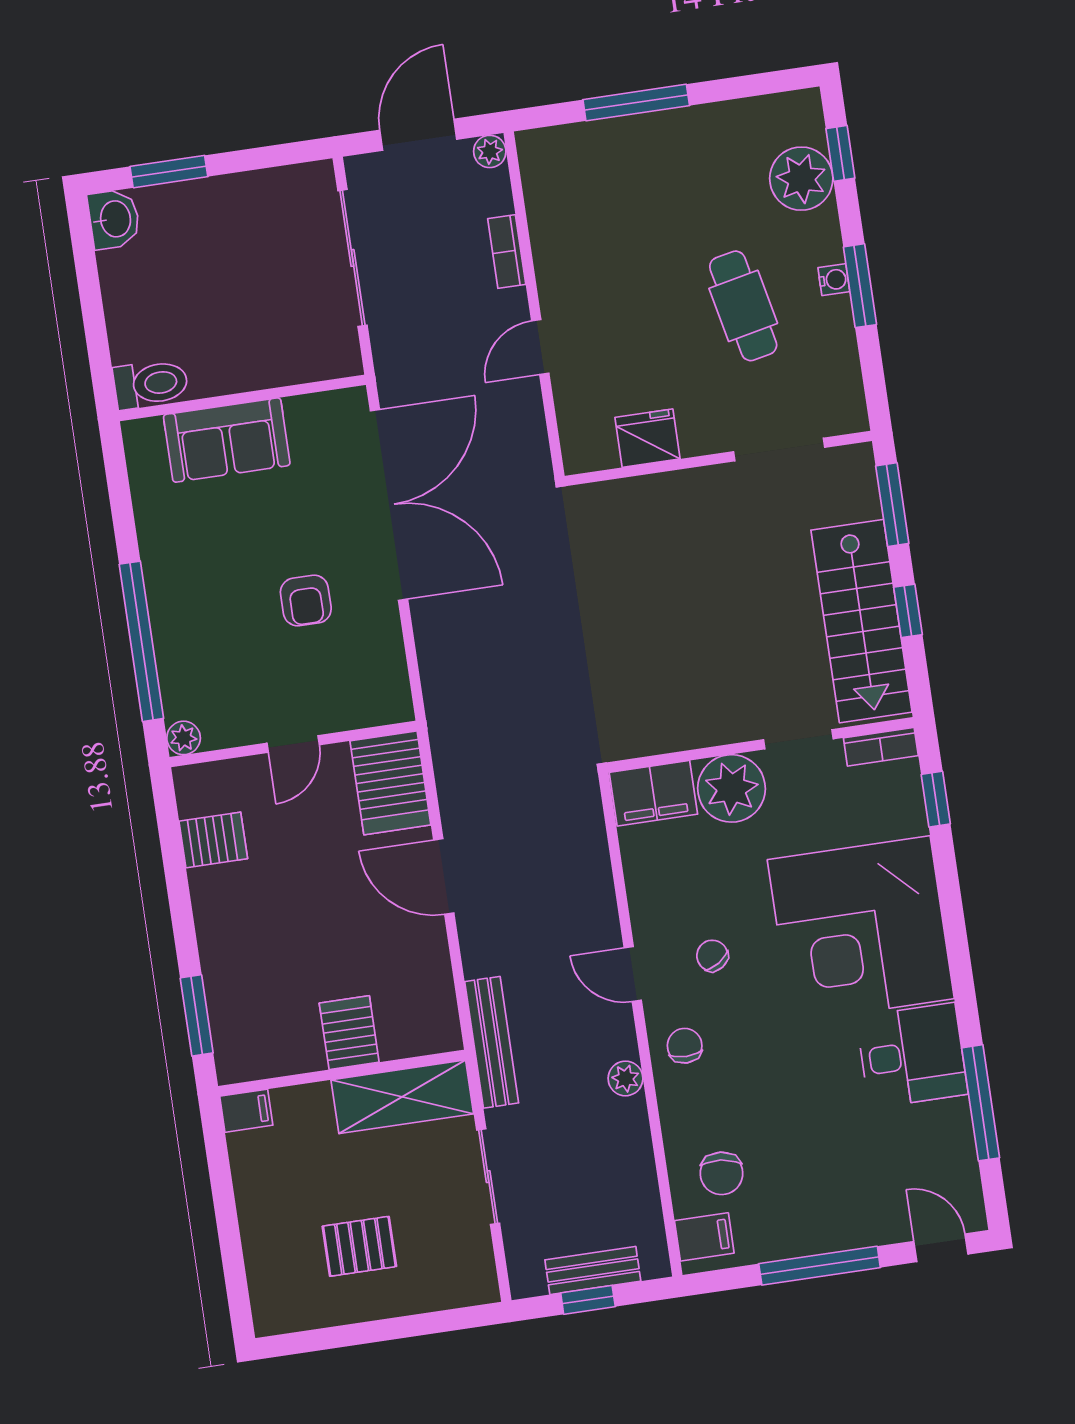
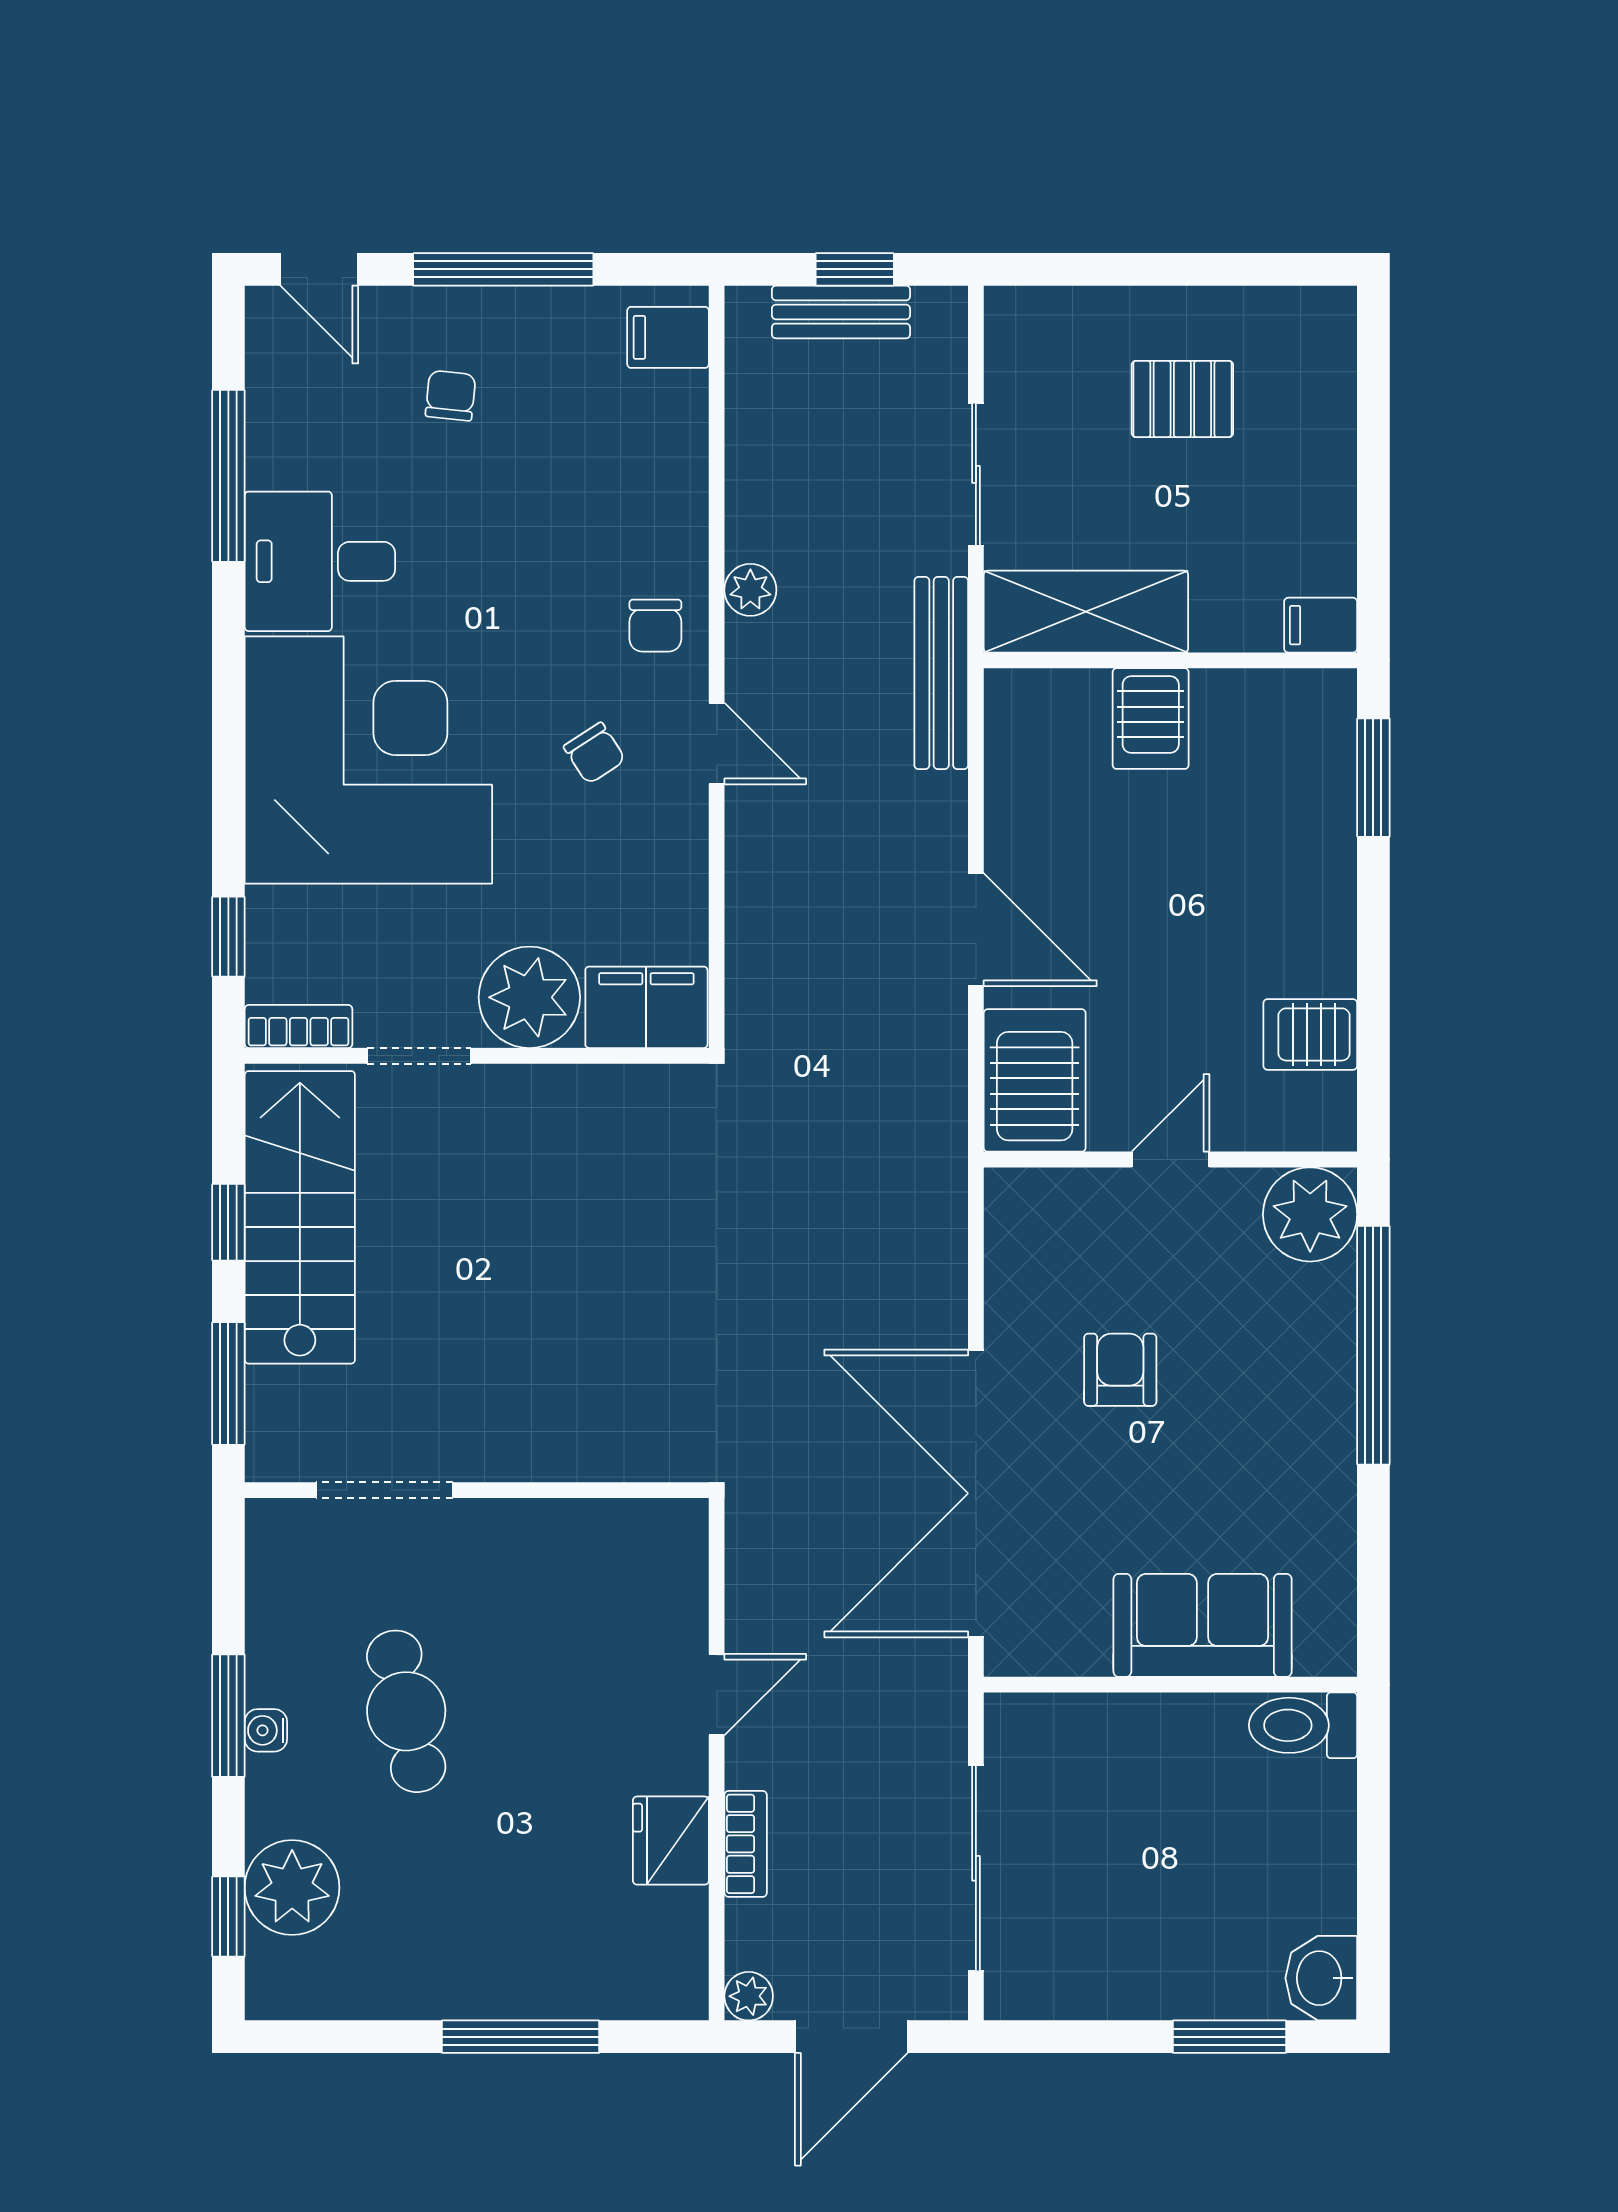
fridge: (647, 438) -> (671, 1841), moved, turned 90
plant: (184, 738) -> (1310, 1214), width x1.88, depth x1.88
chair: (722, 1173) -> (451, 396), moved, width x0.73, depth x0.73

